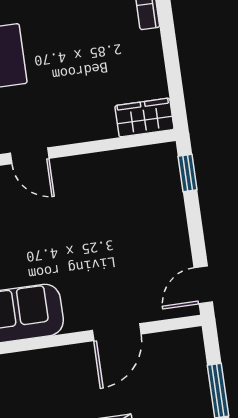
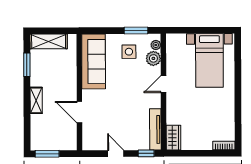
tv unit: (132, 160) -> (155, 129), added
door: (203, 285) -> (116, 154), moved

